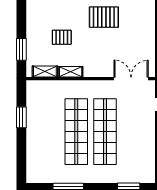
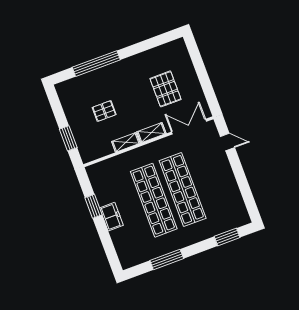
pallet: (104, 17) -> (166, 89), moved, turned 90
shelving: (45, 72) -> (151, 133), moved
freezer: (34, 132) -> (111, 217), added

